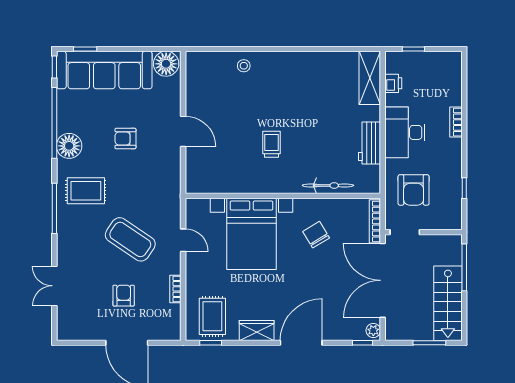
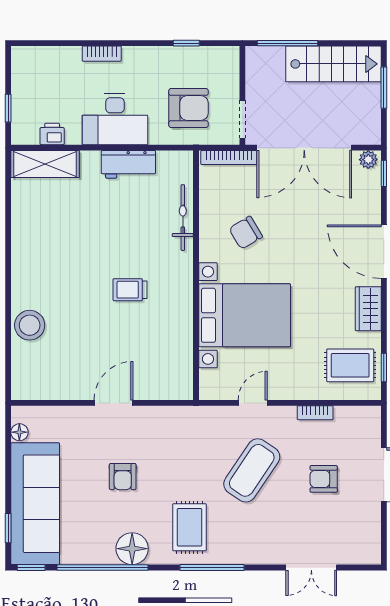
floor lamp: (166, 64) -> (19, 432), width x0.53, depth x0.53
stool: (244, 66) -> (30, 325), width x1.89, depth x1.89

